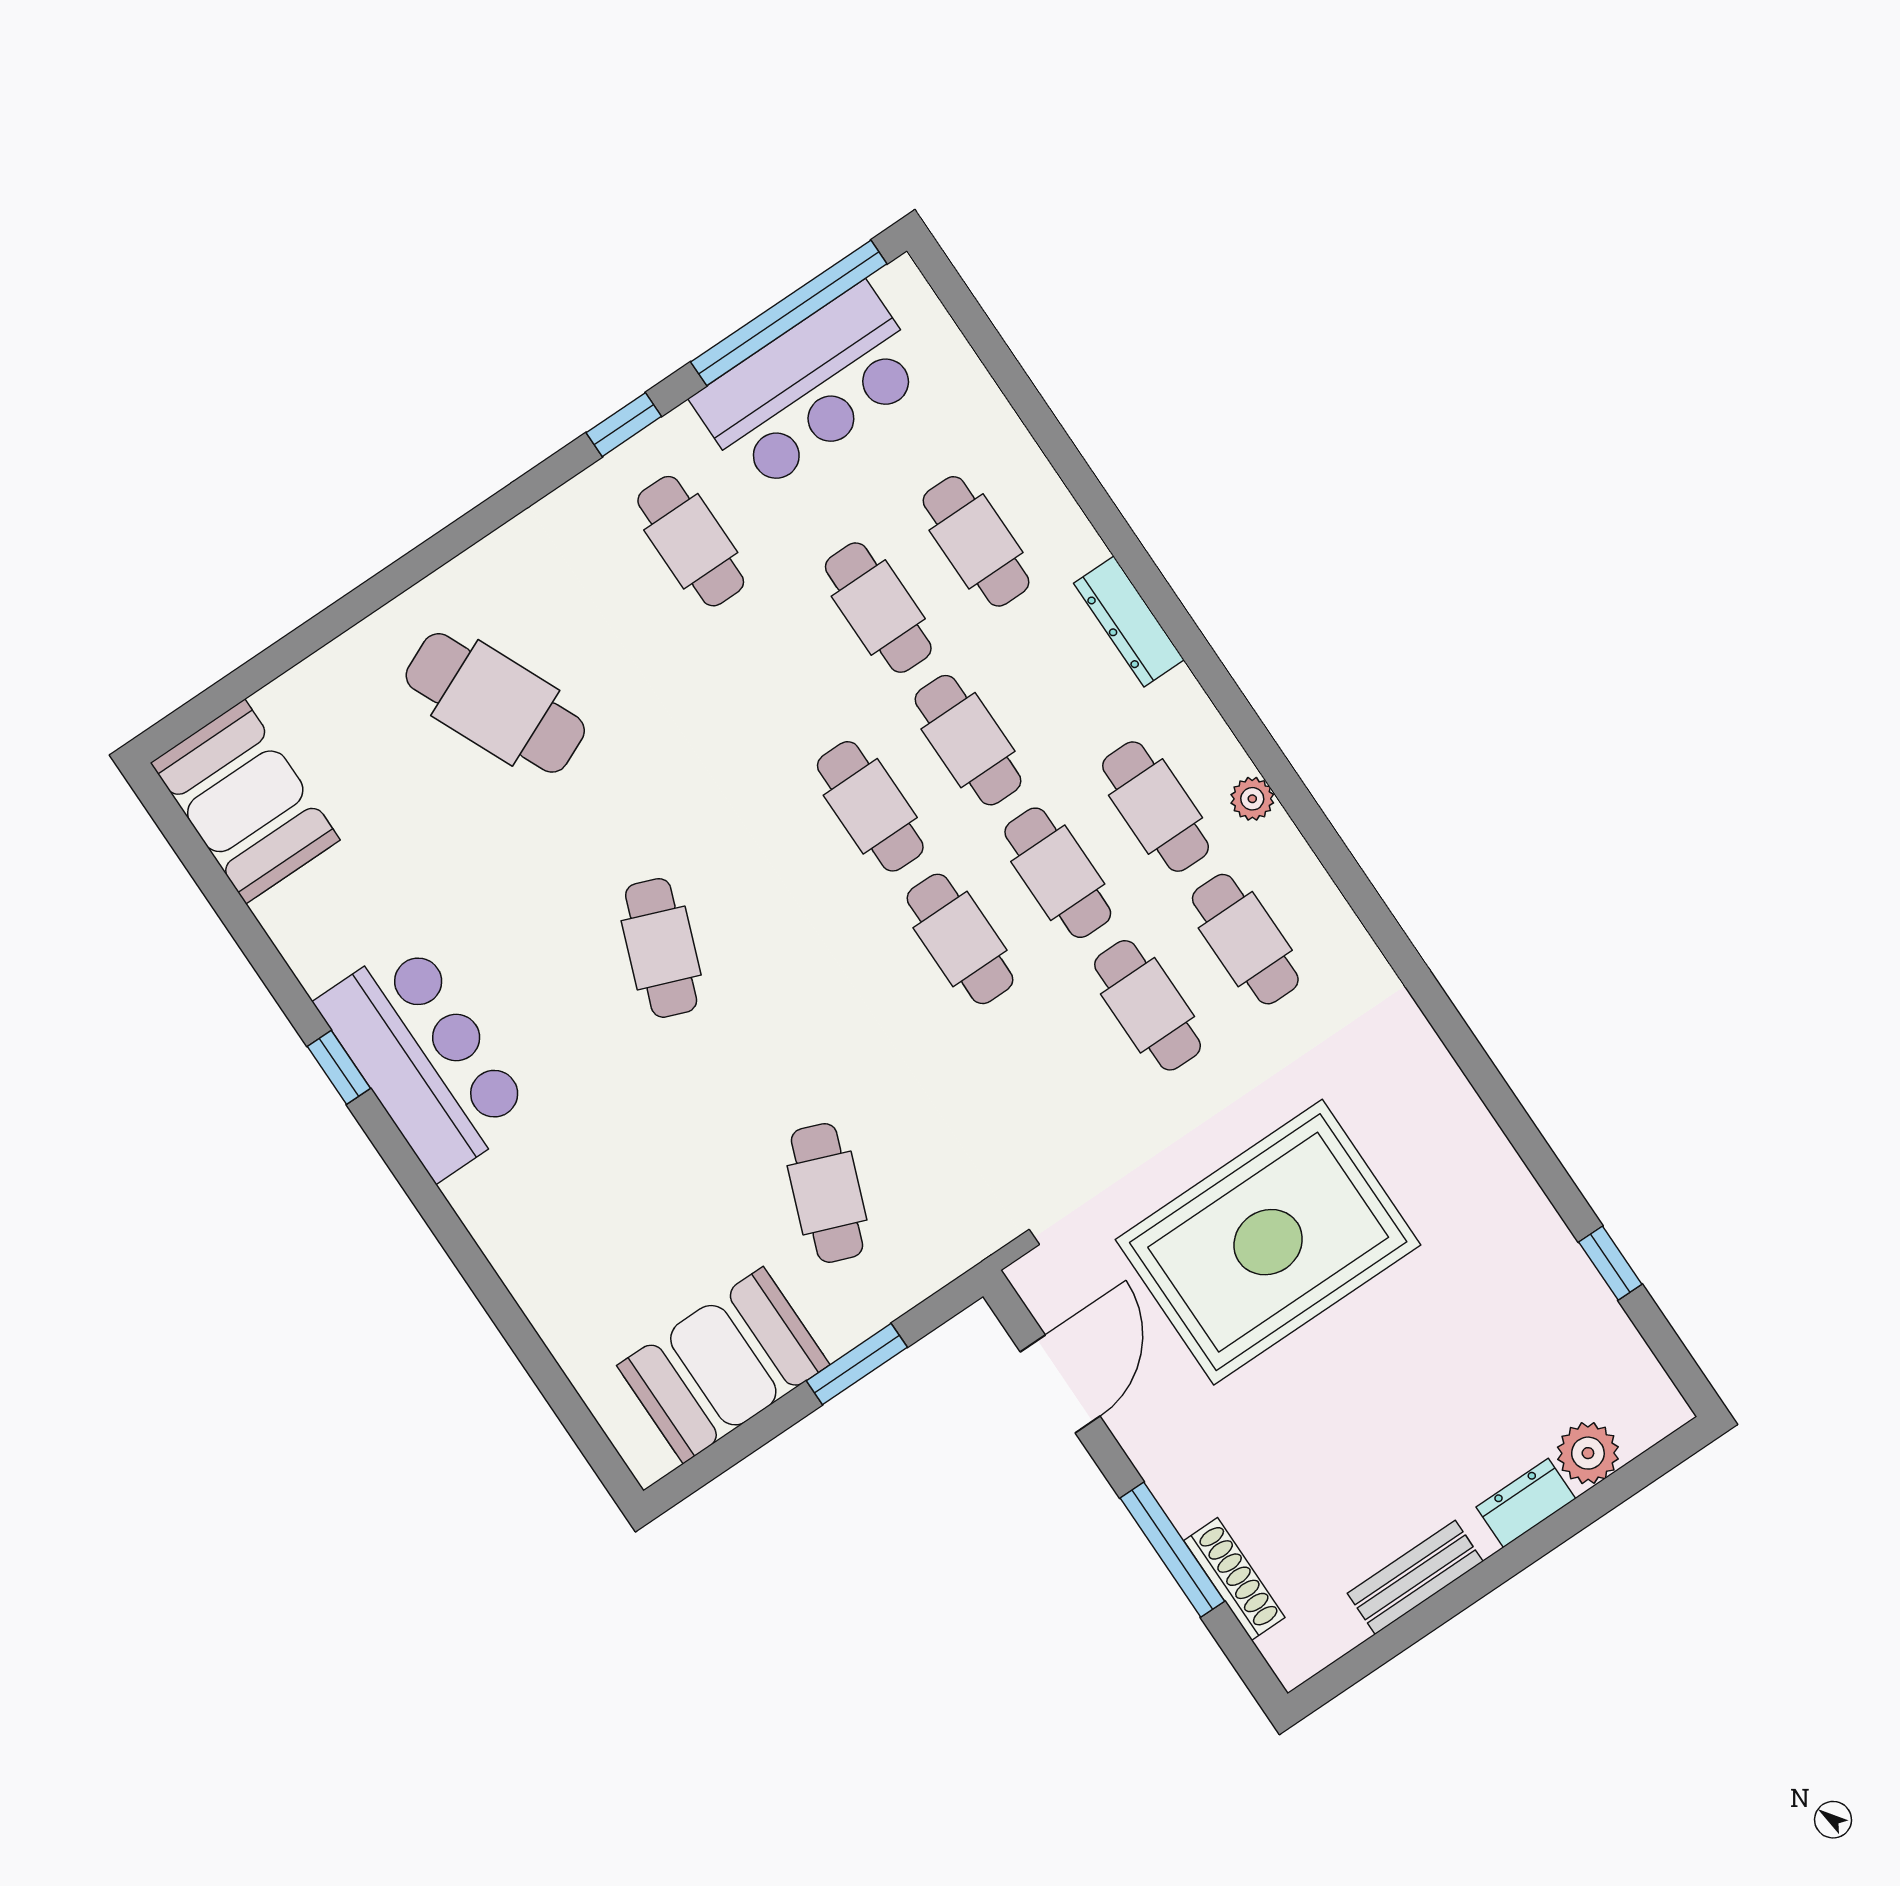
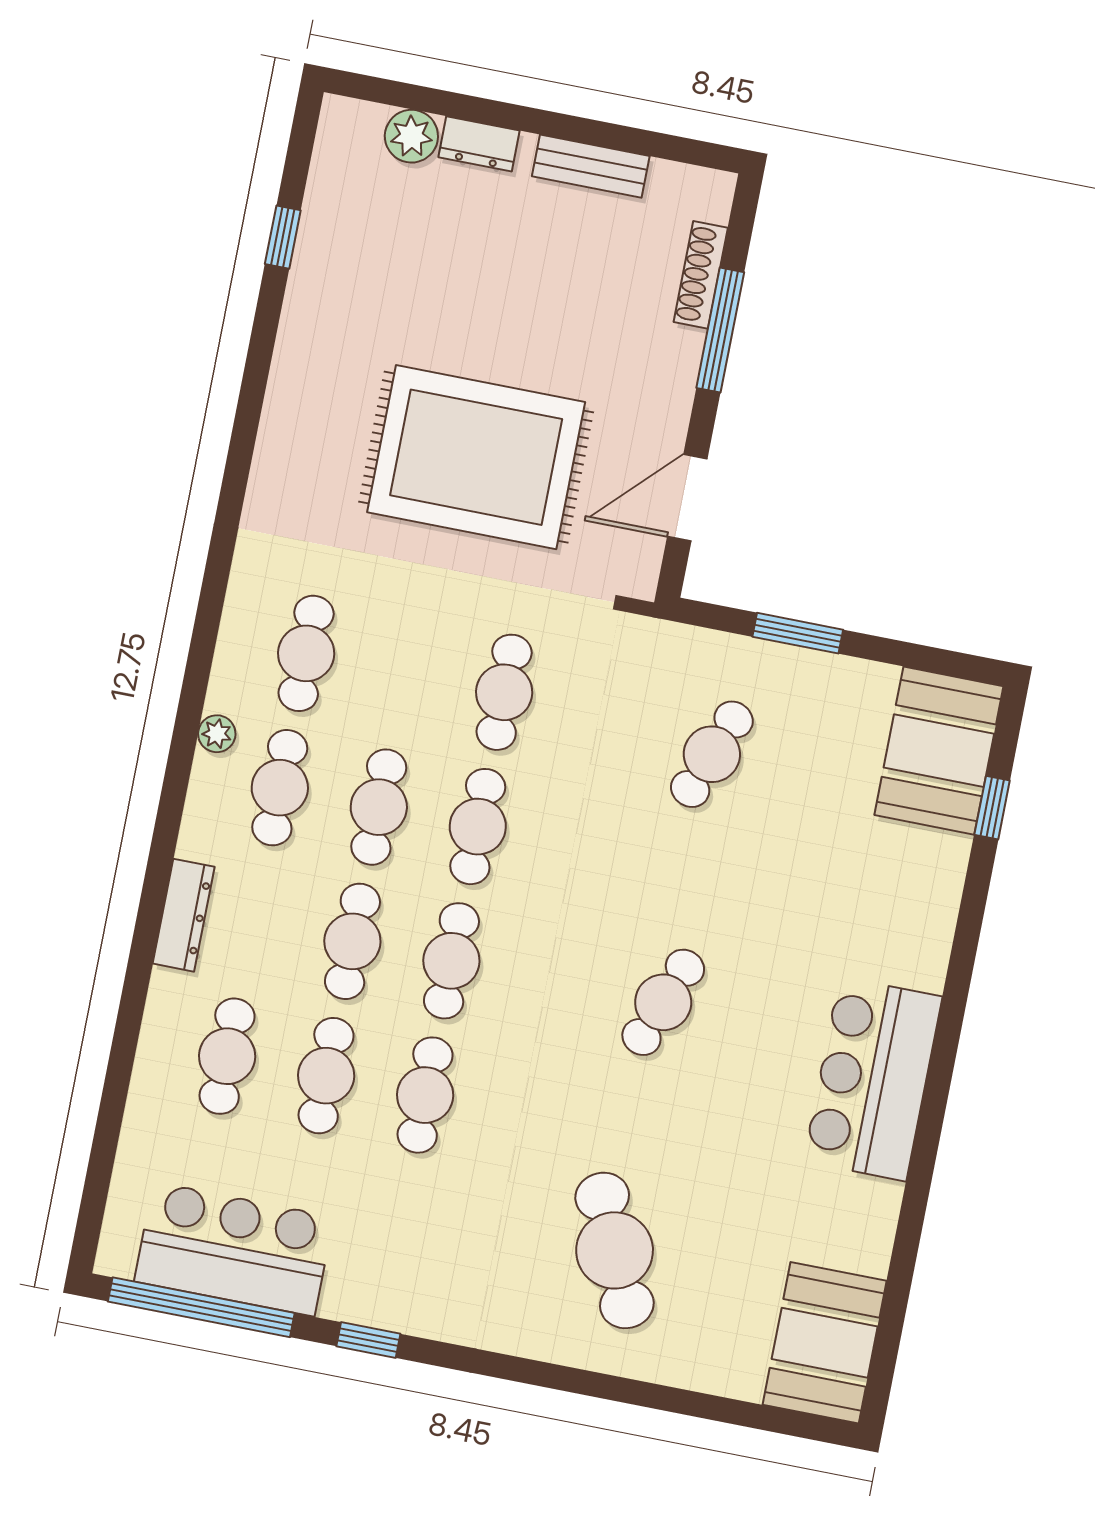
cafe table: (691, 541) -> (425, 1095), moved
cafe table: (1148, 1005) -> (504, 692), moved
window: (339, 1067) -> (992, 808), moved
booth: (723, 1365) -> (939, 751), moved, turned 90

